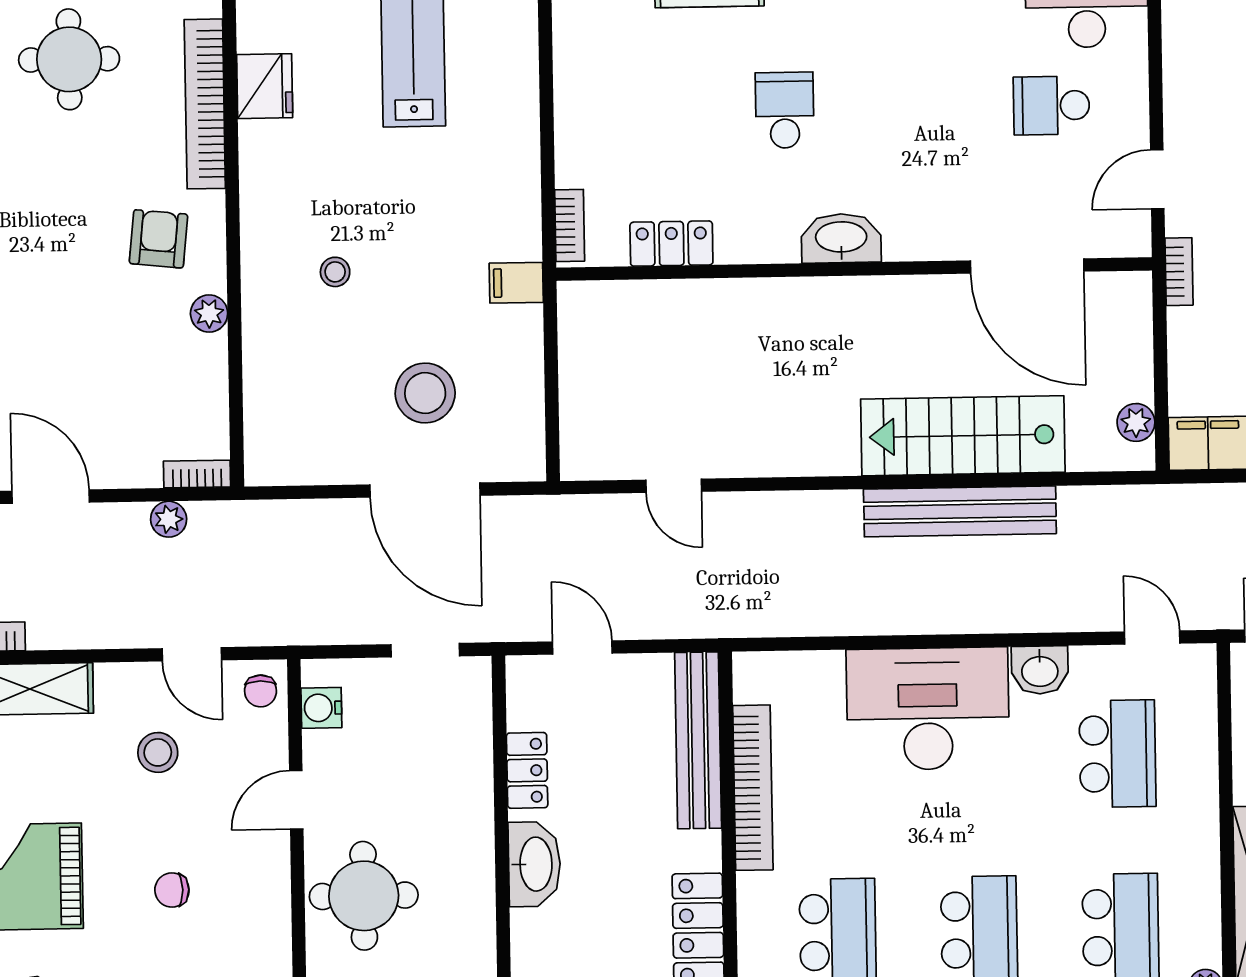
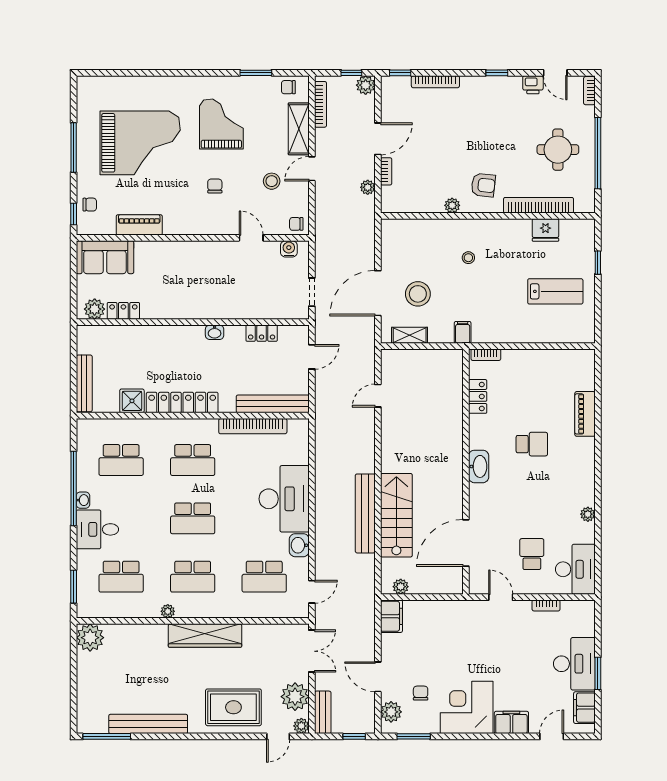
bookcase: (1179, 272) -> (546, 605), moved
shelving: (526, 411) -> (410, 335), added
bookcase: (197, 474) -> (386, 171), moved
door: (192, 654) -> (312, 169), moved
washbasin: (534, 864) -> (215, 332), width x0.52, depth x0.69
round table: (364, 896) -> (211, 265), removed

